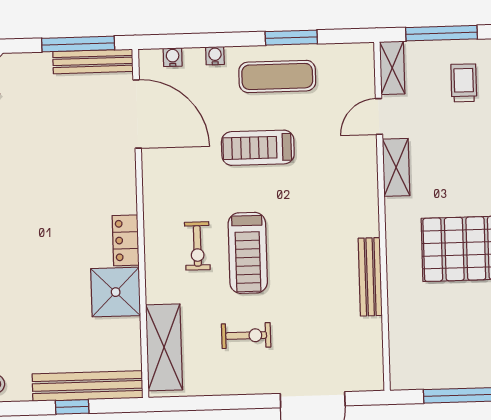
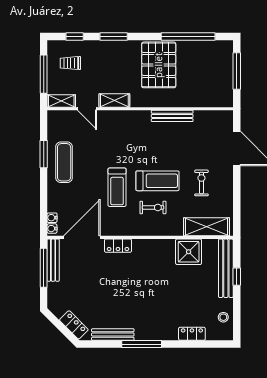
water cooler: (215, 56) -> (52, 229), moved
treadmill: (258, 148) -> (117, 187), moved
locker: (126, 240) -> (118, 246), moved
shower: (116, 292) -> (189, 252), moved

